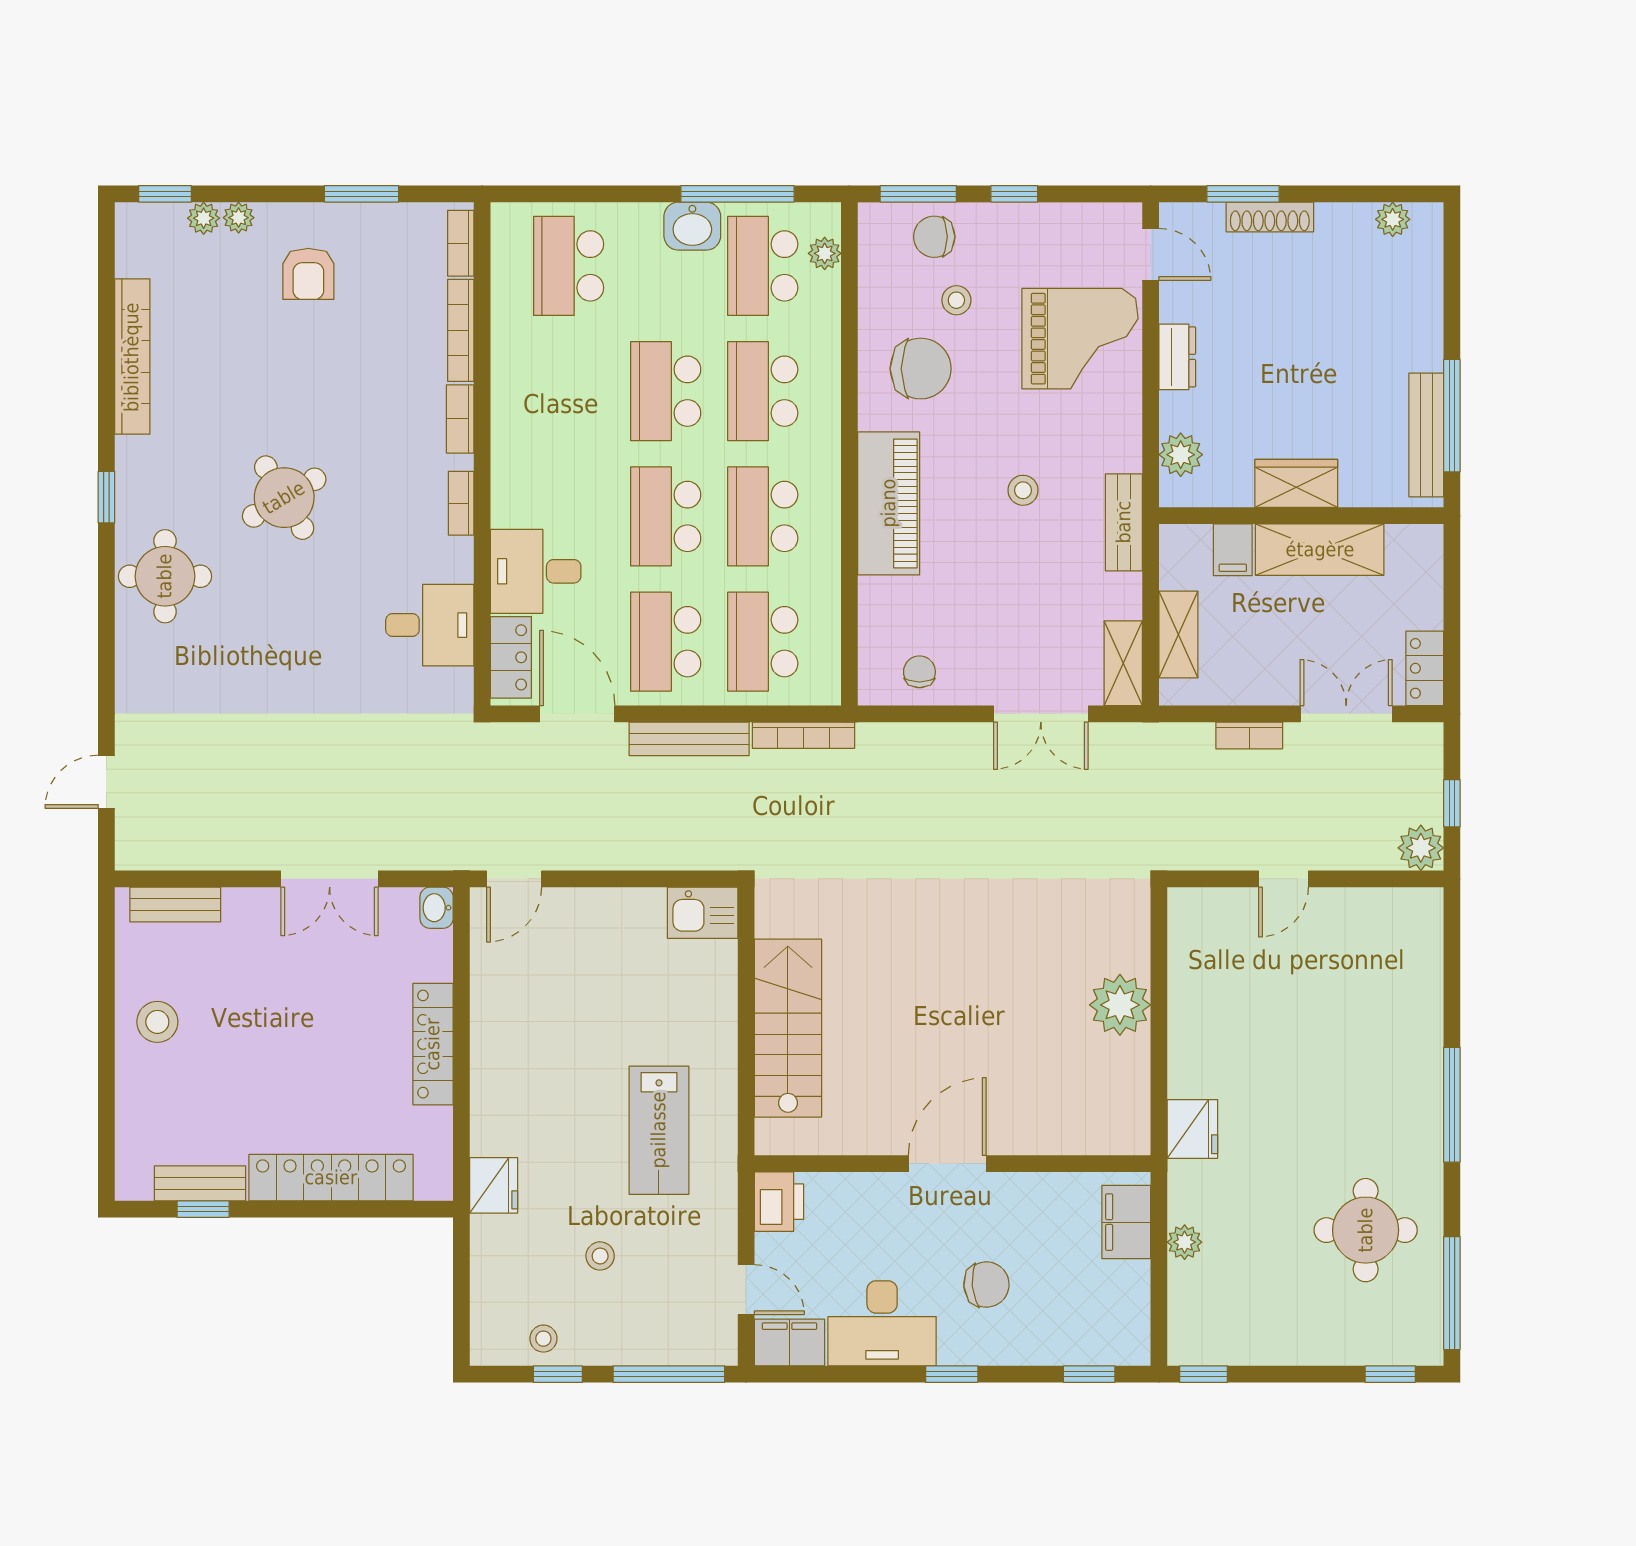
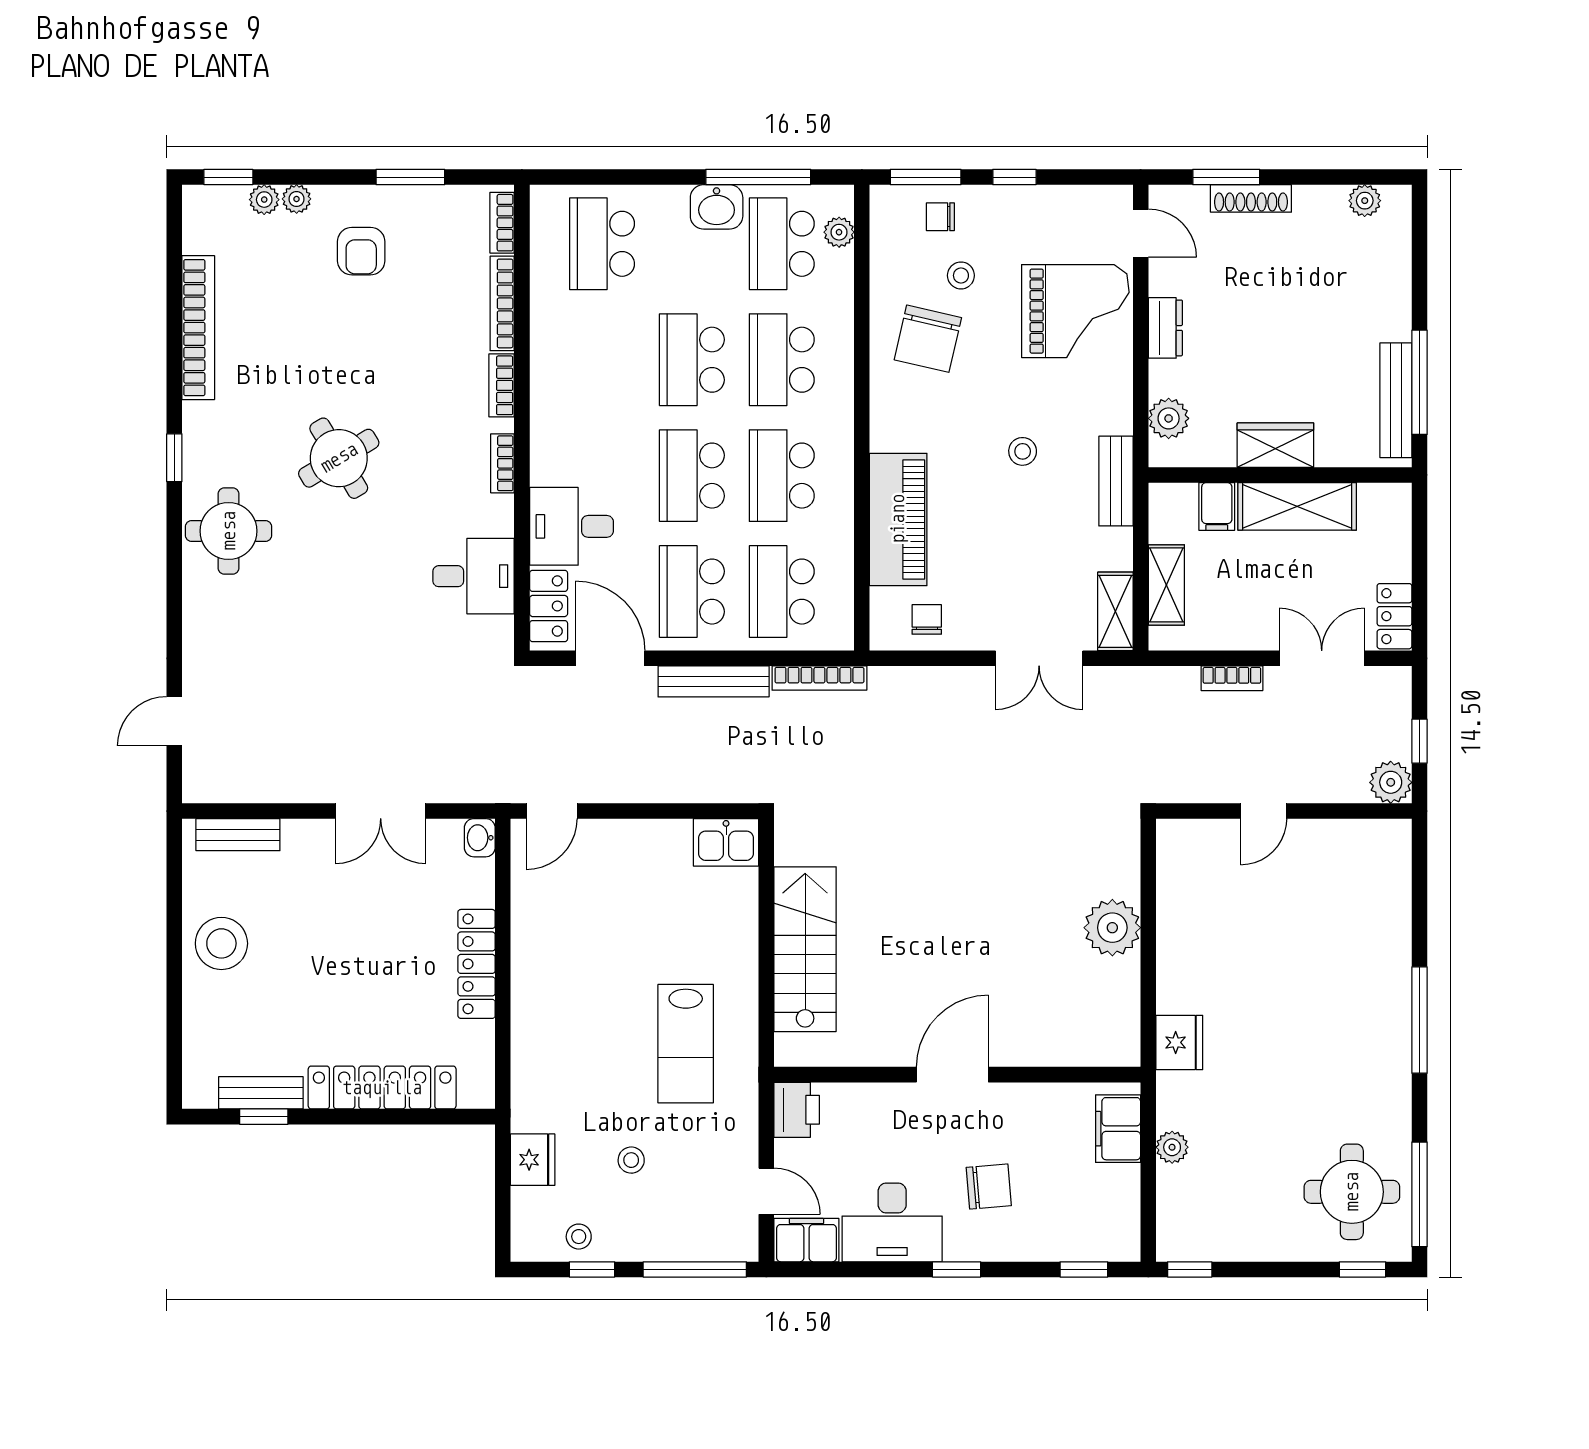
chair: (934, 237) -> (940, 217), width x0.73, depth x0.73
chair: (921, 369) -> (928, 339), turned 103
piano: (889, 503) -> (898, 519), moved
stool: (157, 1022) -> (221, 943), width x1.38, depth x1.38
fridge: (494, 1185) -> (533, 1160), moved
round table: (1366, 1230) -> (1352, 1192), moved

